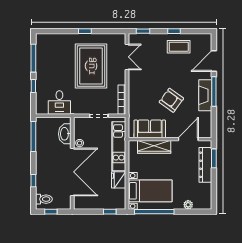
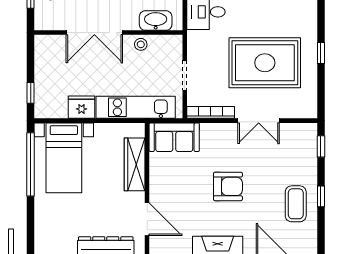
double door: (127, 57) -> (259, 121), moved
armchair: (171, 100) -> (228, 186), moved, turned 54
sofa: (150, 129) -> (174, 137), moved, turned 90
double door: (72, 172) -> (94, 33), width x0.73
plant: (188, 205) -> (42, 219), removed

